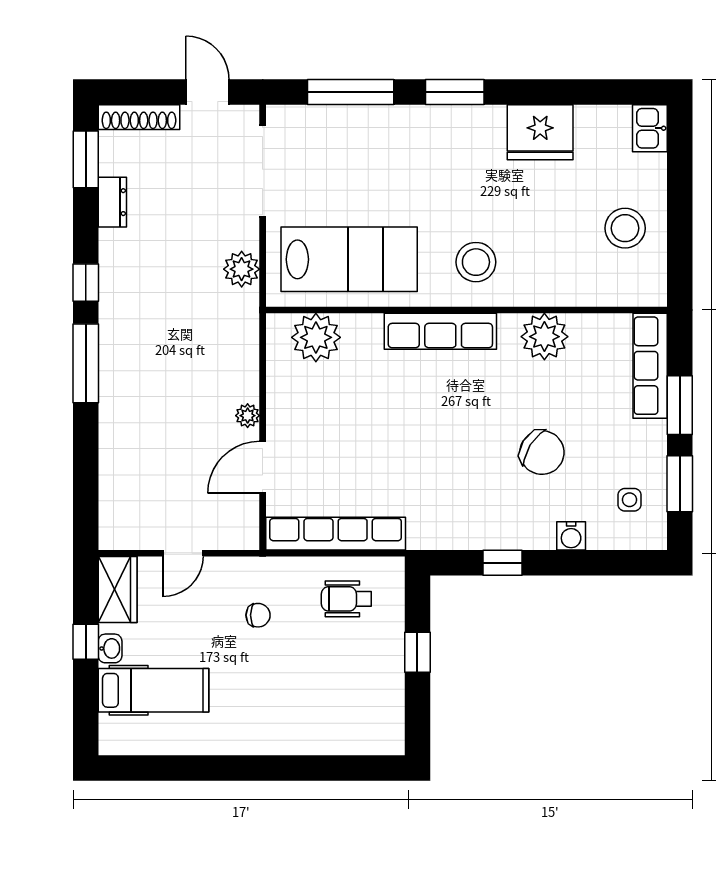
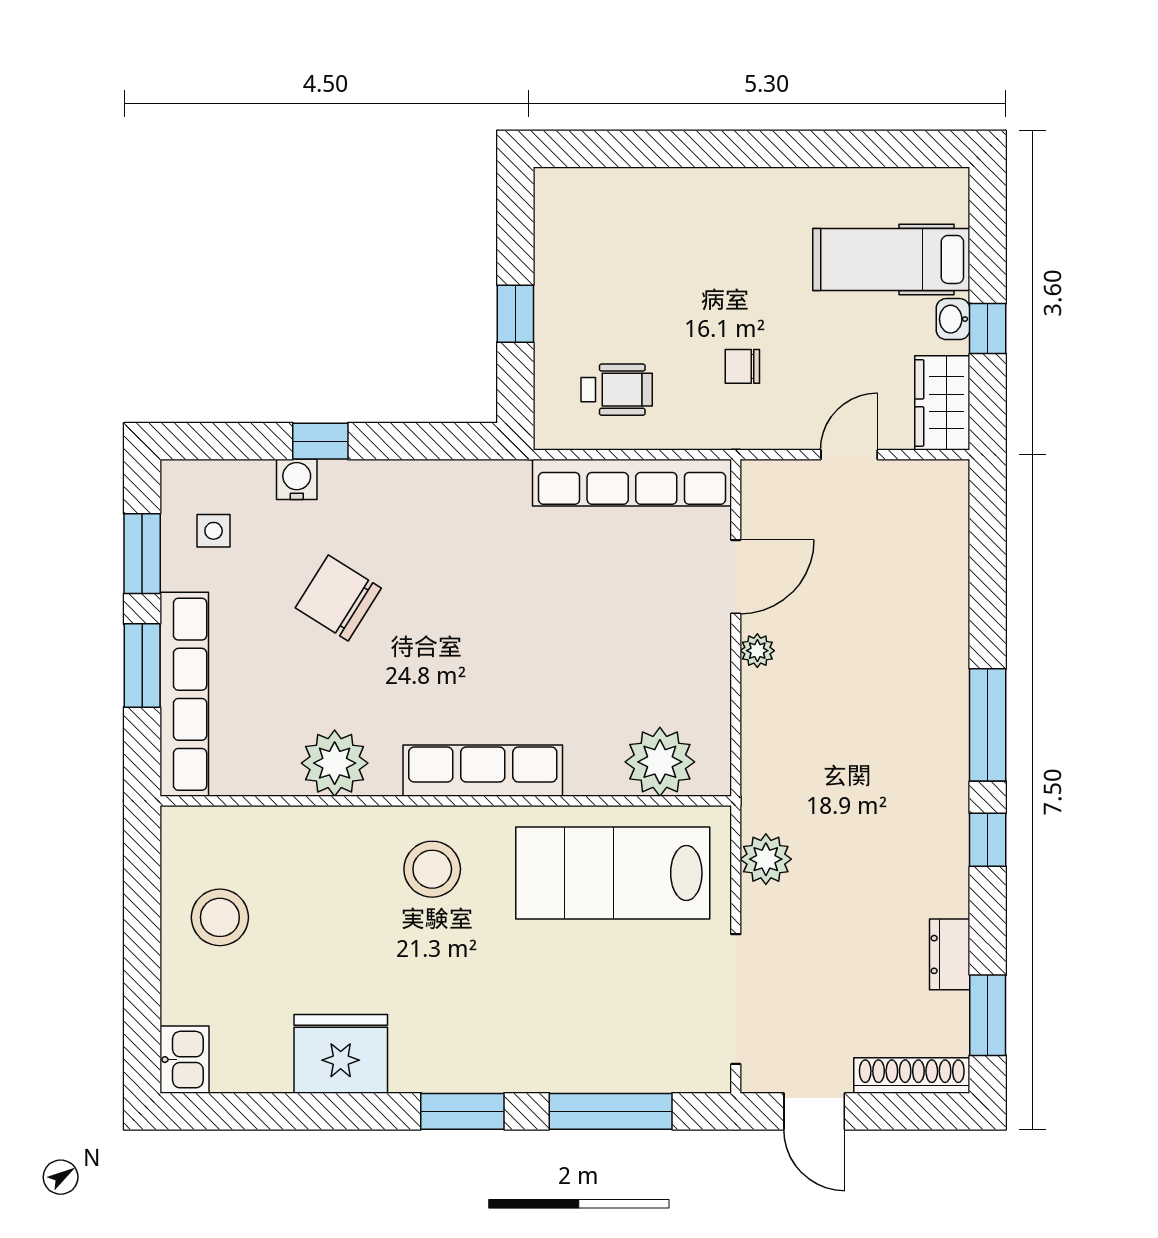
row of seats: (650, 366) -> (184, 694), width x1.36
window: (502, 563) -> (320, 441), moved

